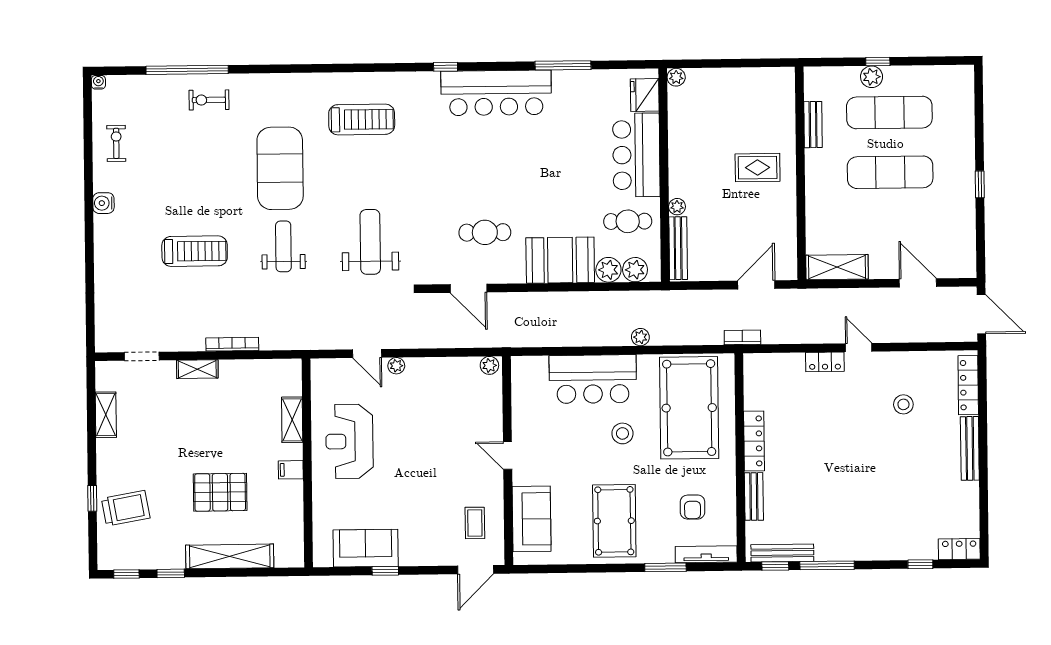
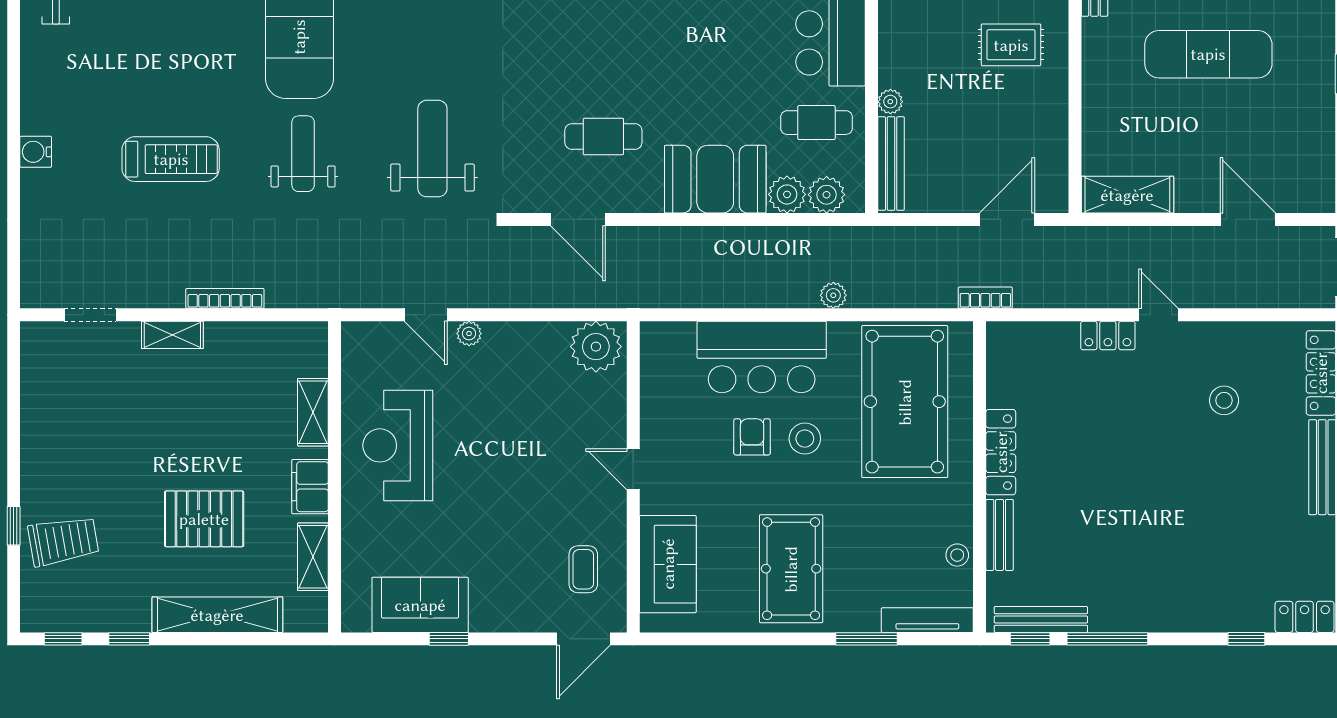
water cooler: (103, 203) -> (36, 152), moved
plant: (489, 365) -> (596, 347), width x1.87, depth x1.87
shelving: (106, 415) -> (313, 557), moved
filing cabinet: (291, 470) -> (310, 487), width x2.00
armchair: (692, 507) -> (752, 437), moved, turned 180
stool: (726, 510) -> (957, 555), added

